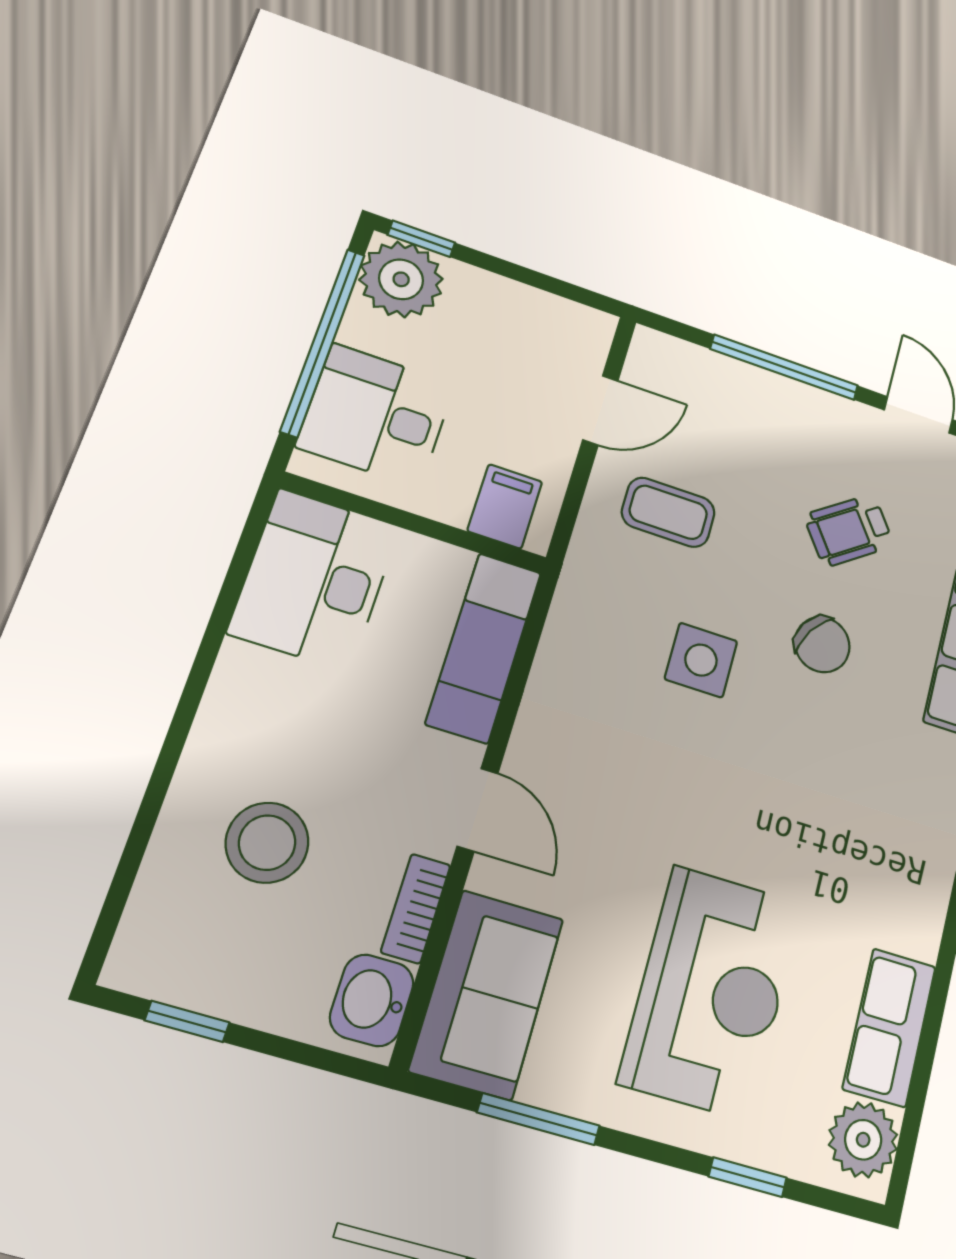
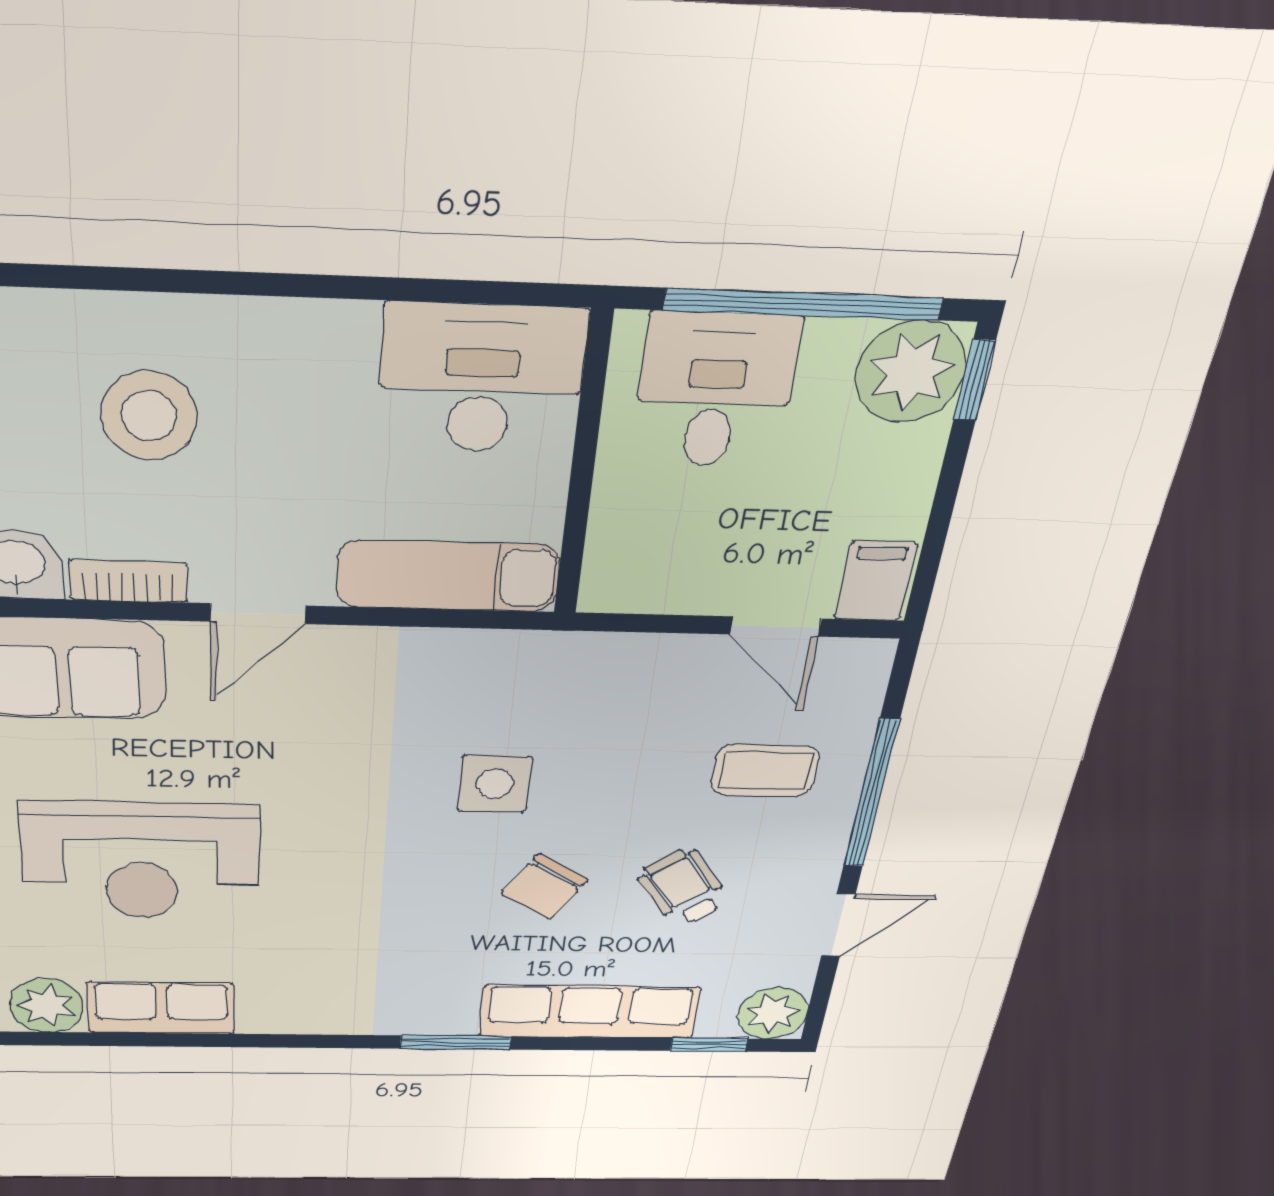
filing cabinet: (505, 506) -> (876, 581), moved, turned -90
coffee table: (668, 512) -> (765, 771), moved, turned 90

